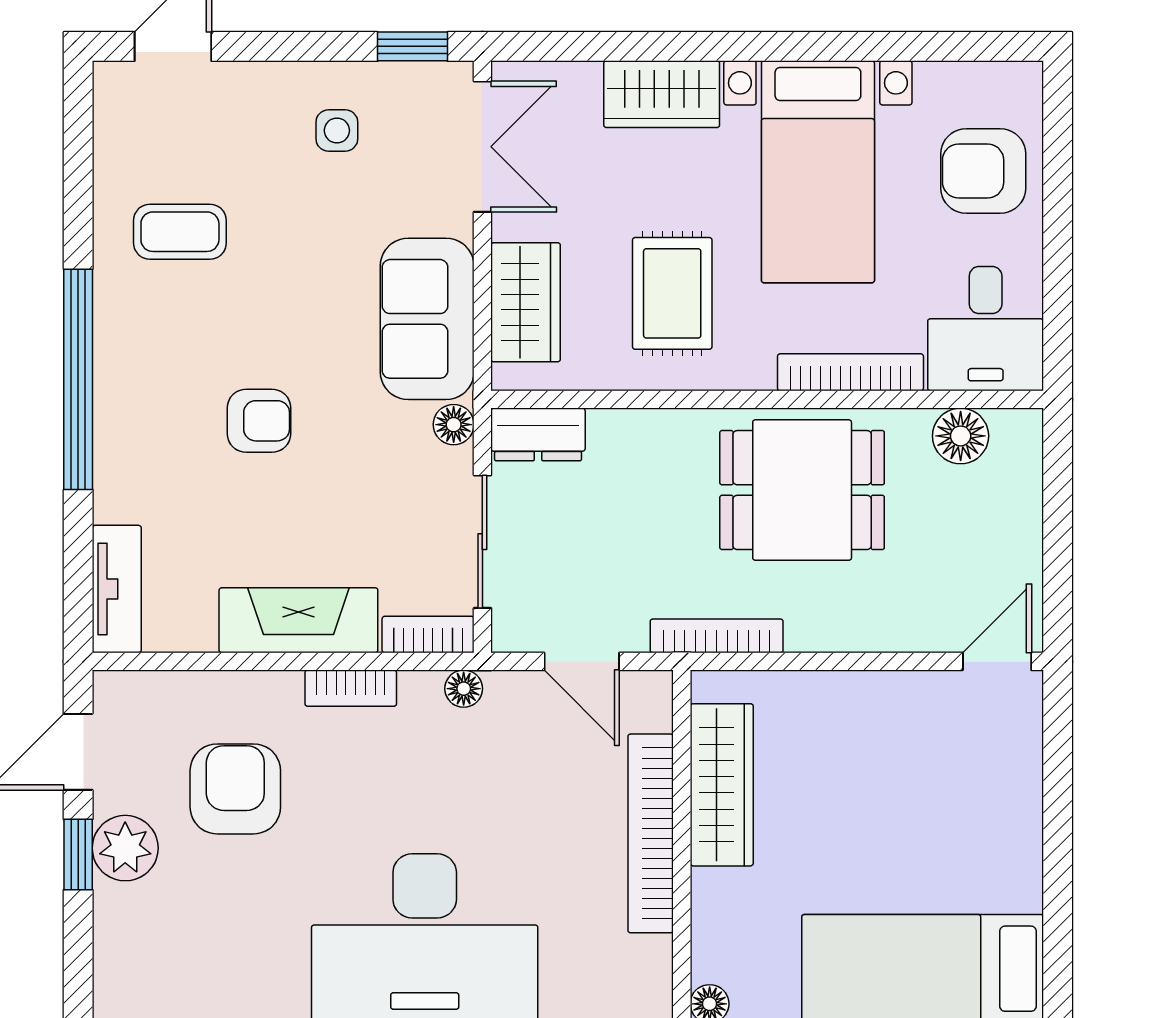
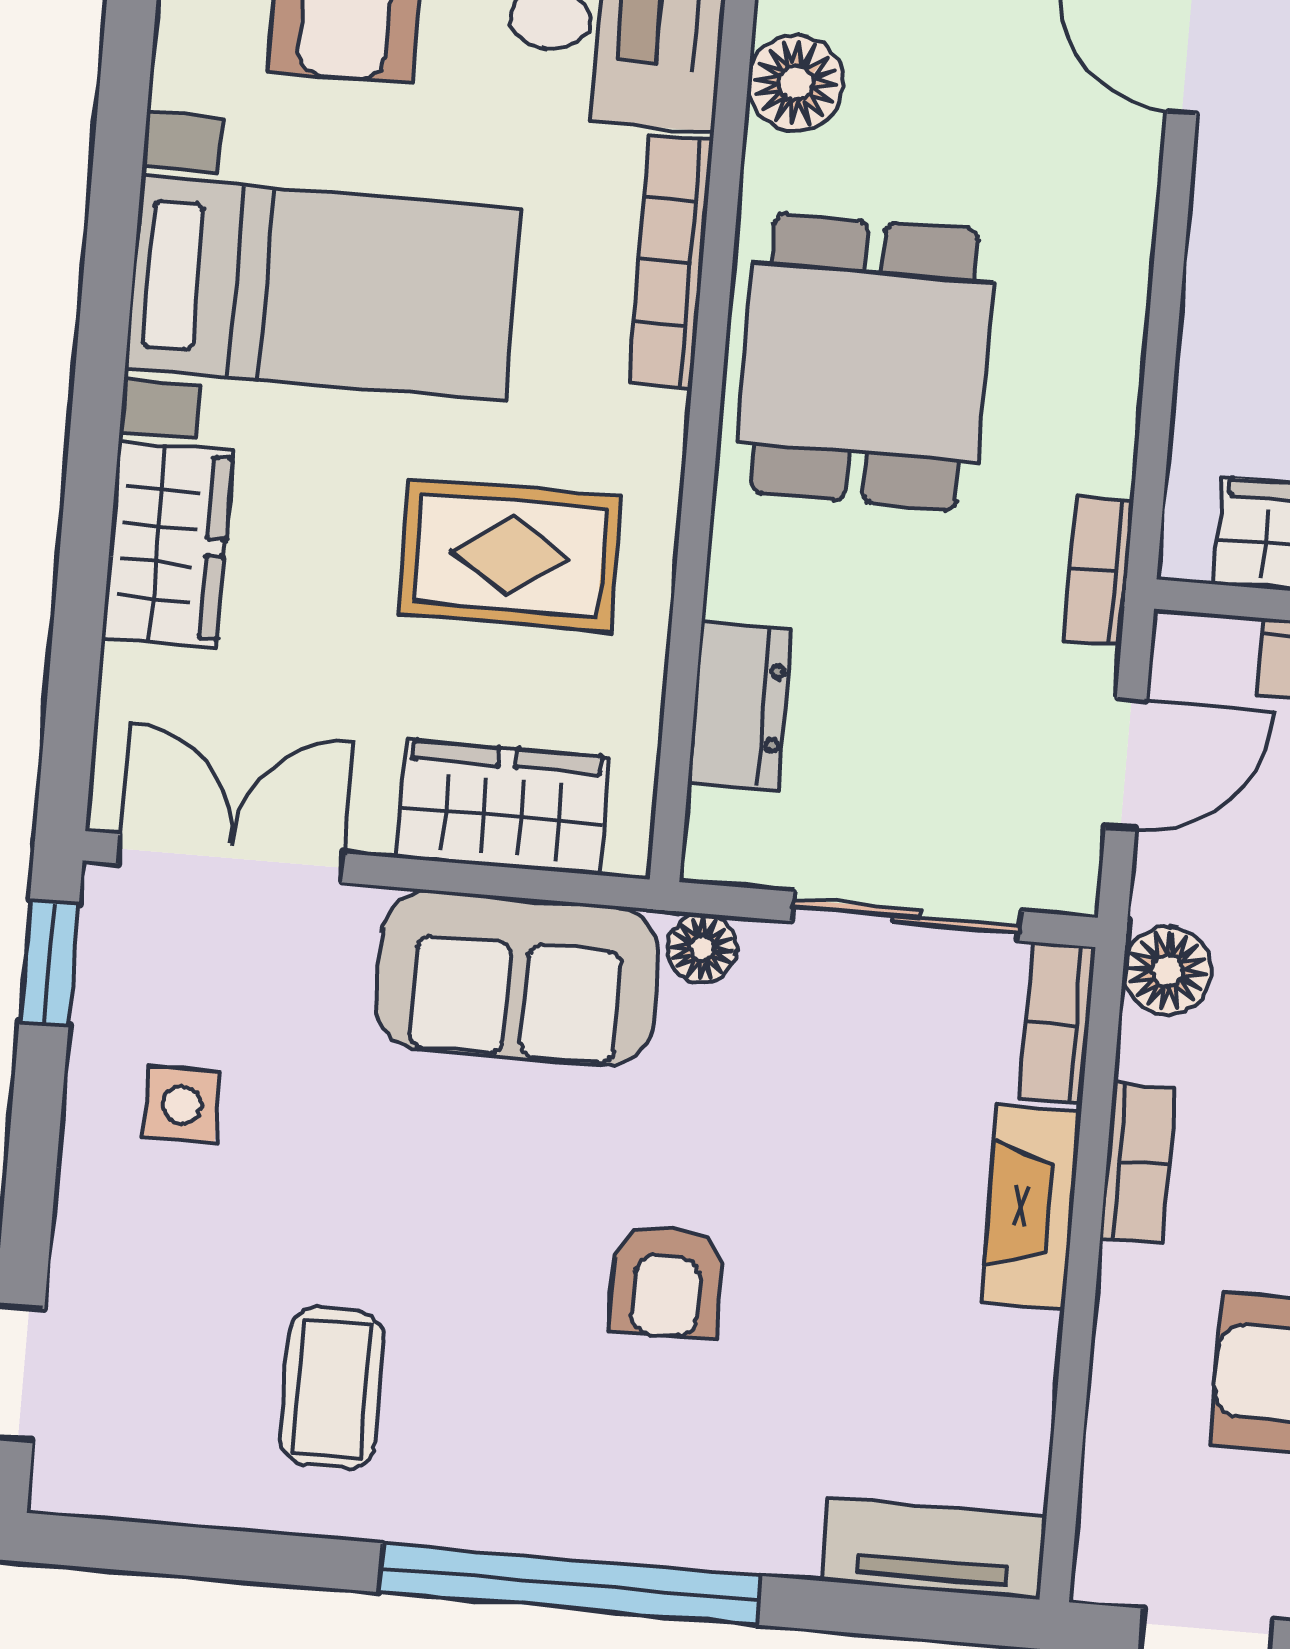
armchair: (259, 421) -> (667, 1281), turned 180
dresser: (538, 434) -> (740, 706), moved
fireplace: (298, 620) -> (1031, 1207), width x0.73, depth x0.76
bookcase: (717, 636) -> (1099, 570), width x0.64
floor lamp: (464, 689) -> (1167, 971), width x1.37, depth x1.37

